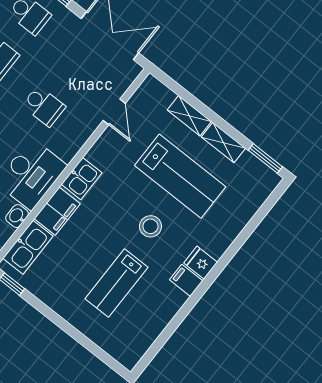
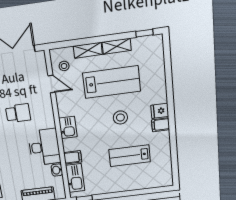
stool: (147, 106) -> (64, 66), added
window: (265, 158) -> (144, 33), width x0.67
filing cabinet: (57, 211) -> (73, 157), width x0.50
lab bench: (117, 283) -> (130, 156), turned 90

